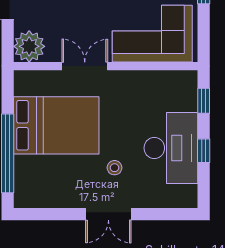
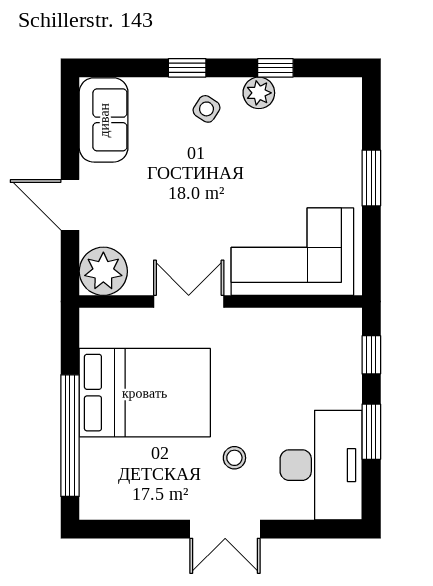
desk: (171, 148) -> (321, 465), moved
window: (204, 151) -> (371, 432), width x1.50

